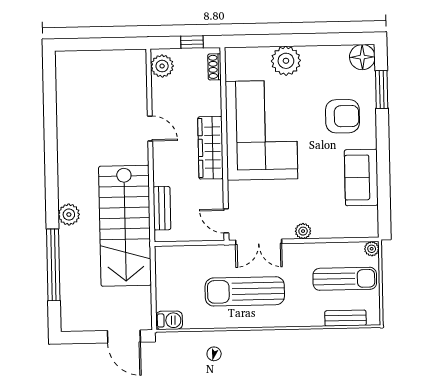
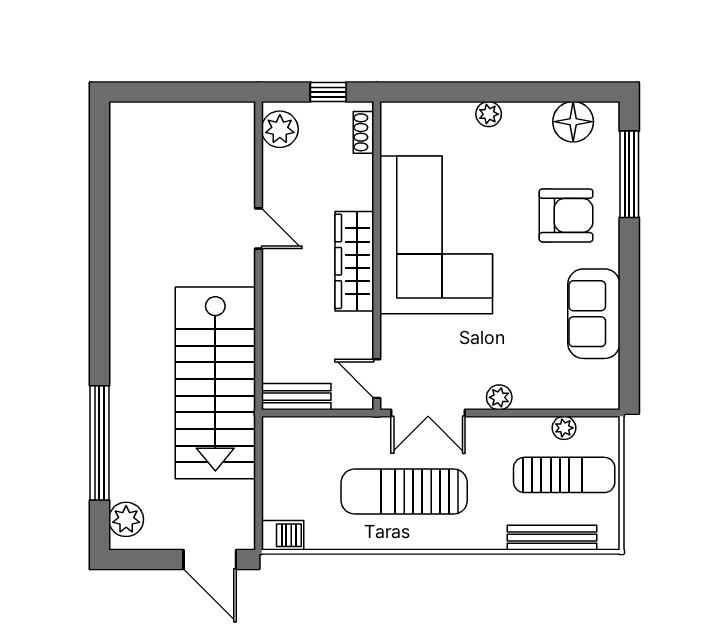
floor lamp: (362, 57) -> (573, 122), moved
plant: (286, 61) -> (489, 114), width x0.53, depth x0.53
window: (382, 90) -> (629, 174), width x1.44
bench: (162, 208) -> (296, 397), moved, turned 90
plant: (69, 215) -> (126, 519), moved
plant: (372, 249) -> (564, 428), moved
bench: (345, 318) -> (552, 538), width x1.36

